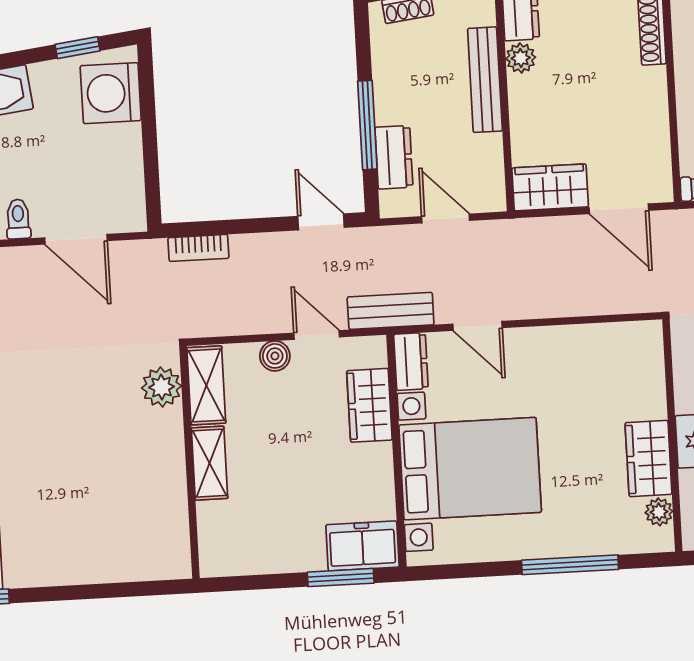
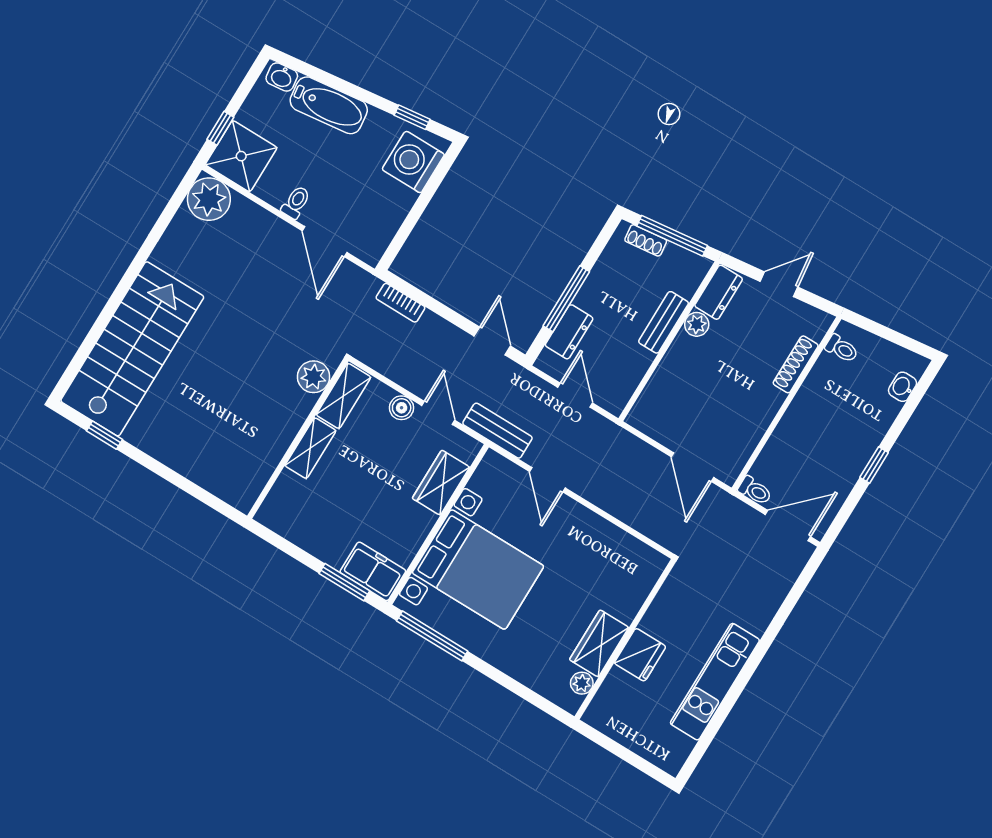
bench: (485, 80) -> (664, 322), width x0.73
wardrobe: (550, 187) -> (657, 422), removed
dresser: (411, 362) -> (488, 473), removed
window: (570, 565) -> (432, 636), moved

